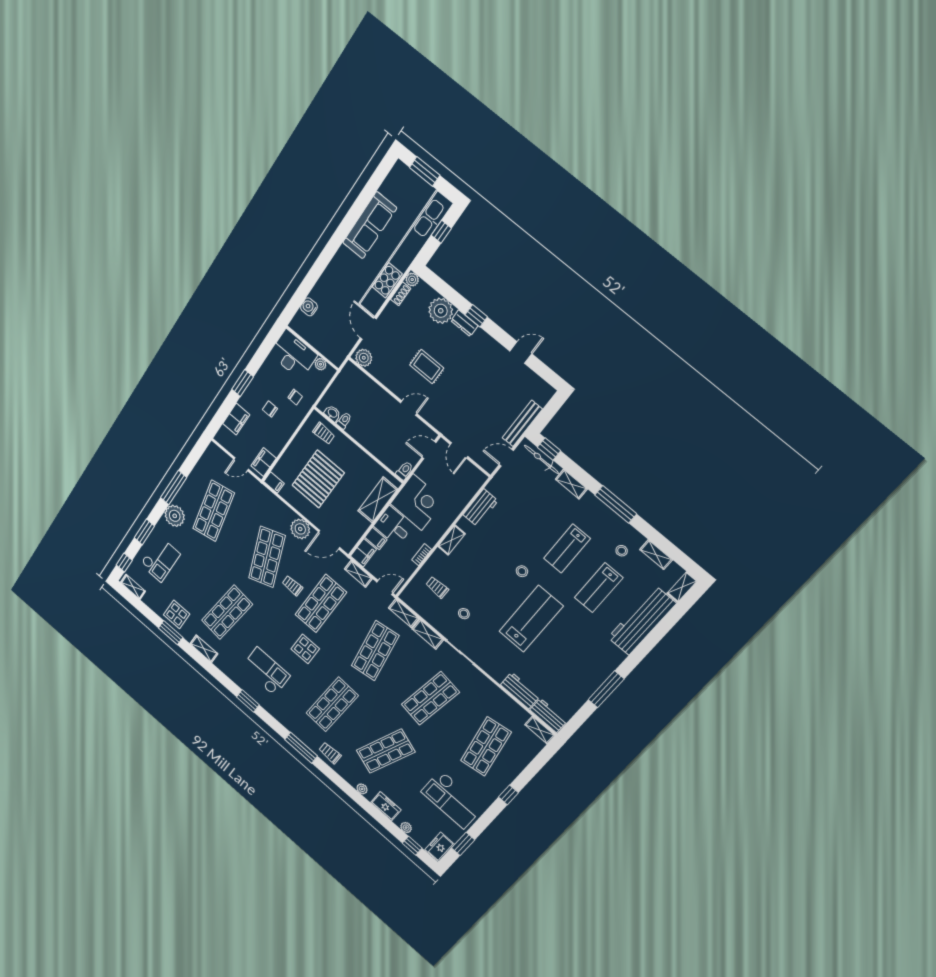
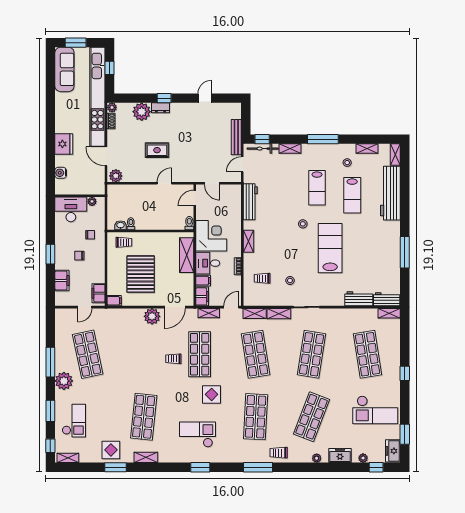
sofa: (370, 225) -> (64, 69), moved
fridge: (333, 278) -> (64, 144), added
workbench: (480, 508) -> (250, 202), width x1.38
shop shelf: (267, 557) -> (144, 354), removed

